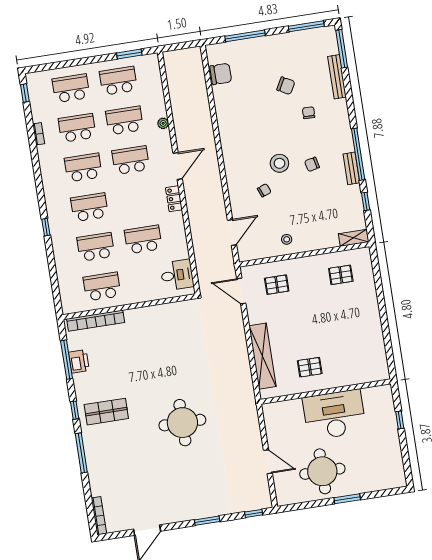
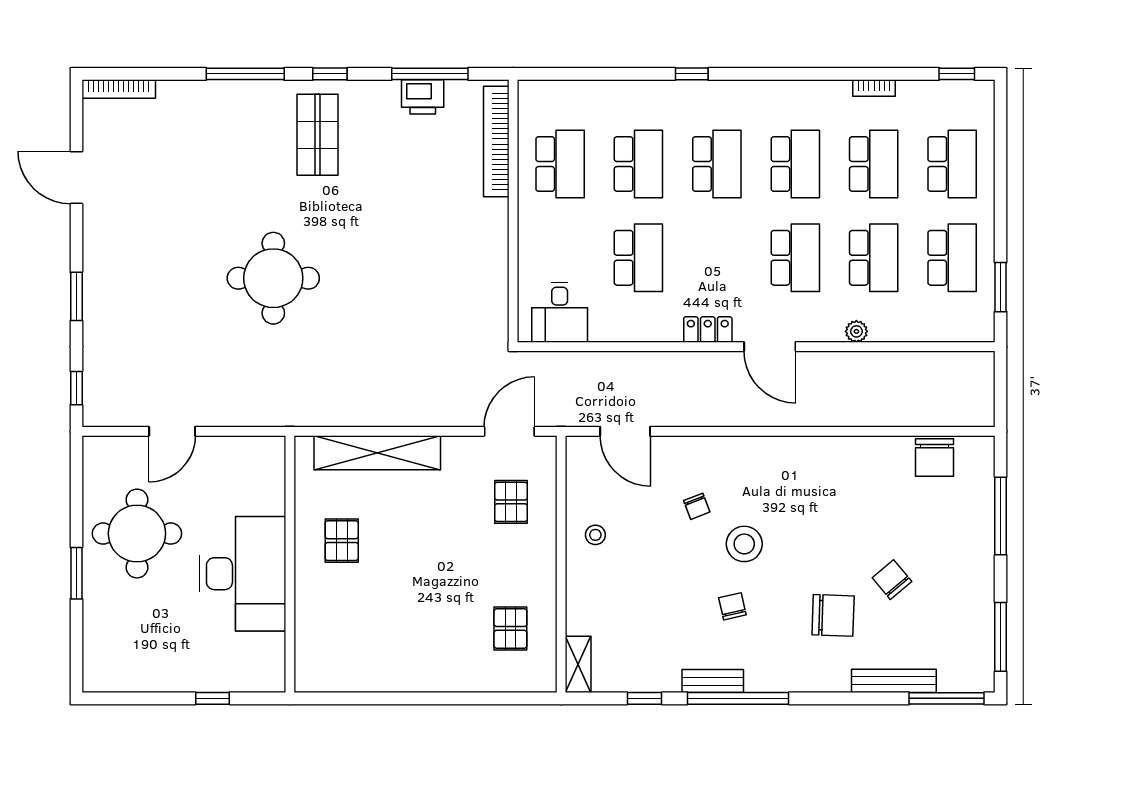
chair: (286, 86) -> (892, 580), turned 111
chair: (309, 113) -> (833, 615), width x1.87, depth x1.87

